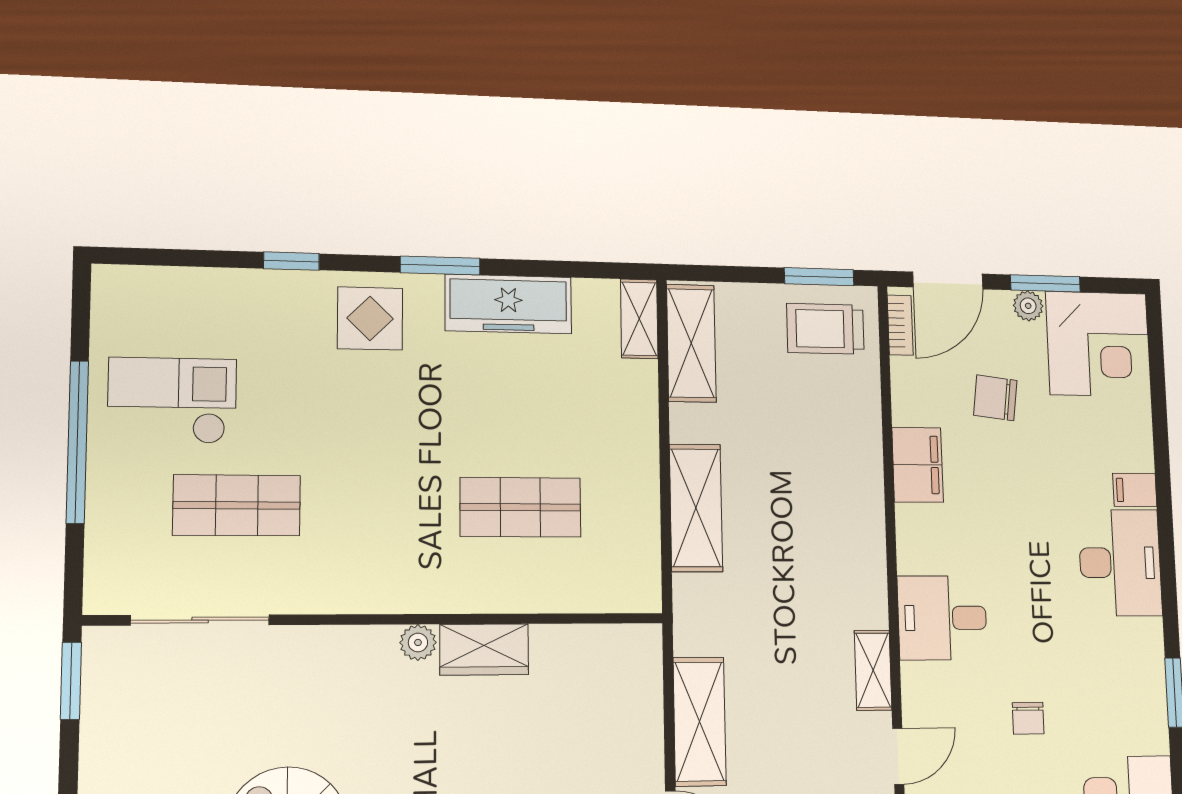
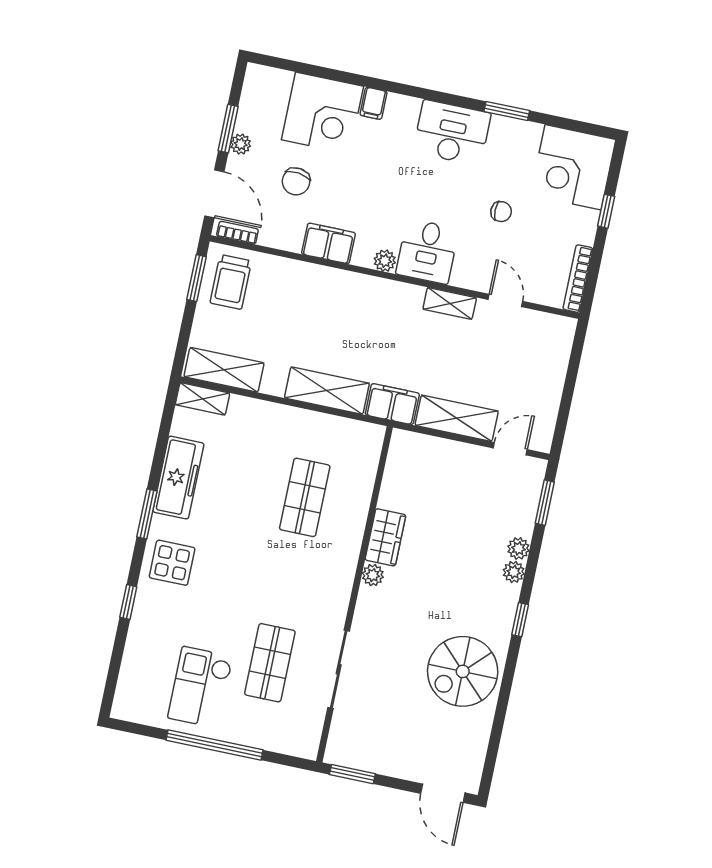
corner desk: (1098, 344) -> (323, 113), moved, turned 90
plant: (913, 556) -> (385, 261), added
desk: (1120, 563) -> (452, 133), moved
filing cabinet: (698, 614) -> (392, 404), added
sliding door: (200, 620) -> (339, 669), moved

